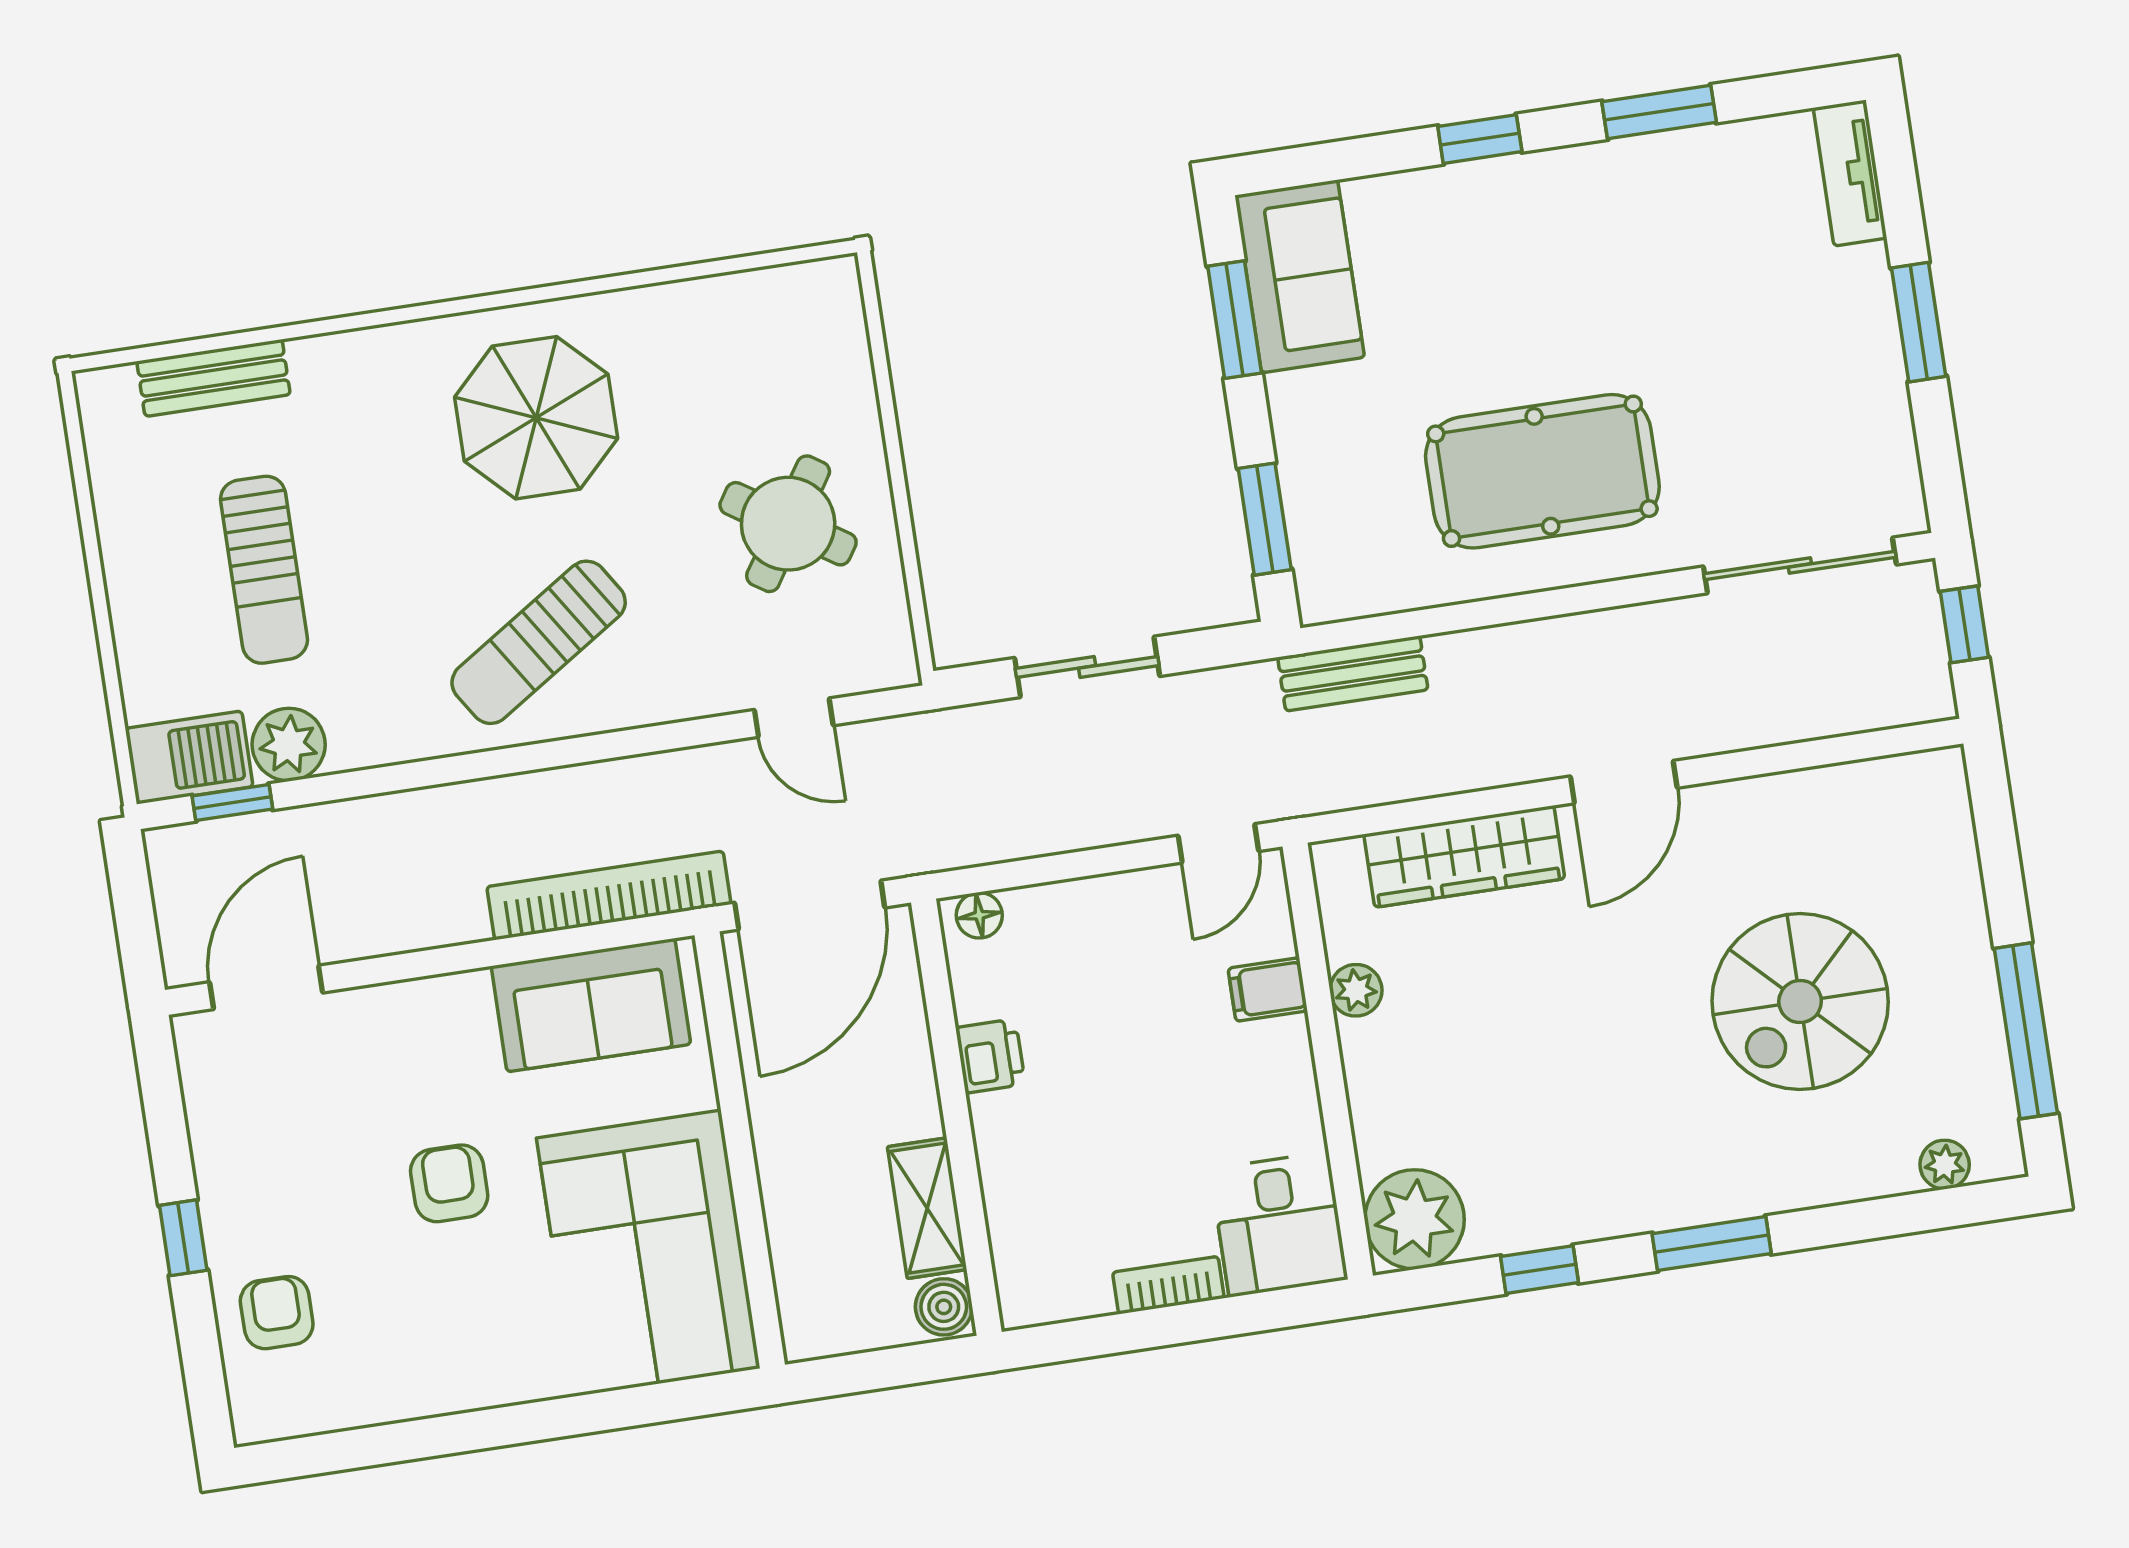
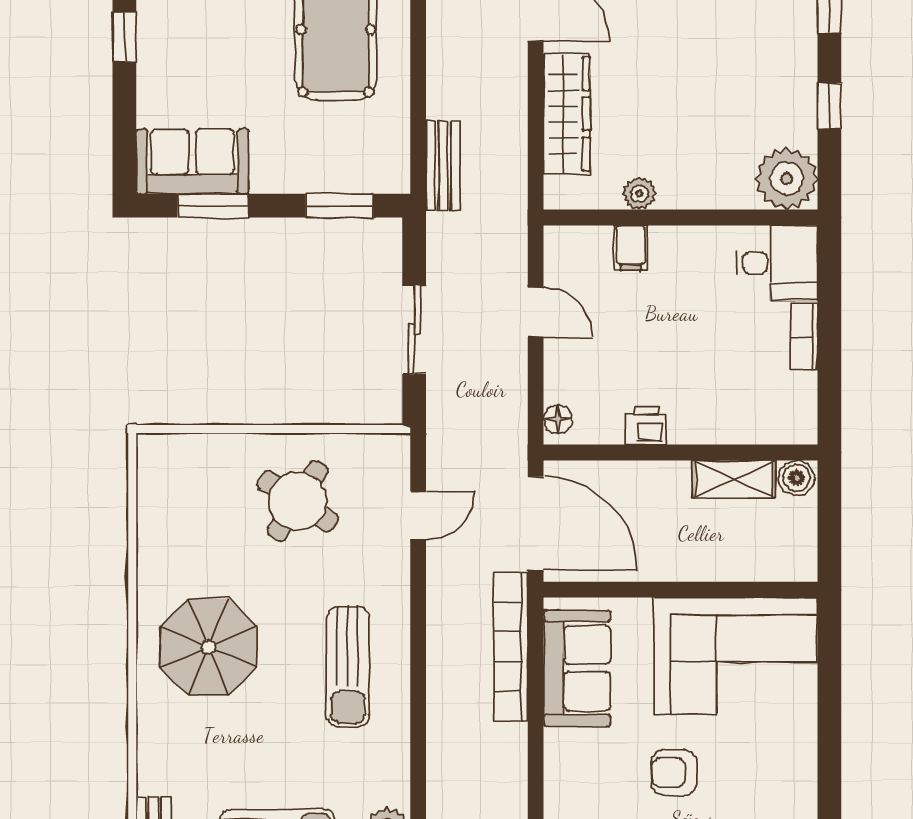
sun lounger: (539, 642) -> (348, 667), turned 33
door: (1218, 843) -> (536, 312), moved

